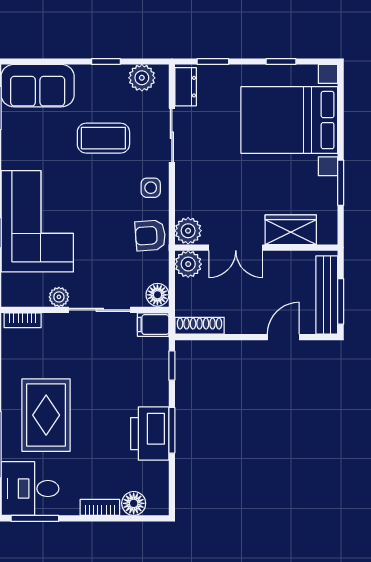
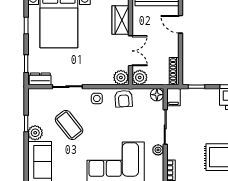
plant: (142, 78) -> (35, 133), moved
coffee table: (103, 138) -> (69, 125), turned -38

